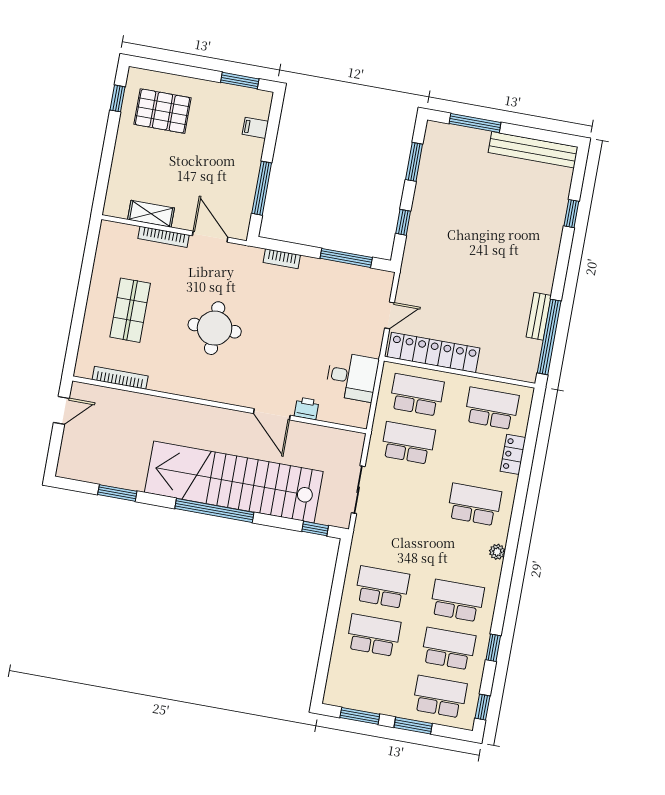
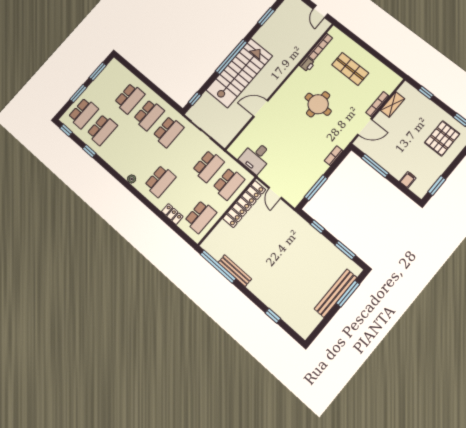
bench: (533, 150) -> (336, 293), moved
window: (104, 173) -> (426, 93), added
bench: (539, 316) -> (235, 271), width x1.36
printer: (307, 408) -> (307, 64), moved
stairs: (234, 482) -> (239, 73), width x0.73
school desk: (457, 601) -> (168, 132), moved

